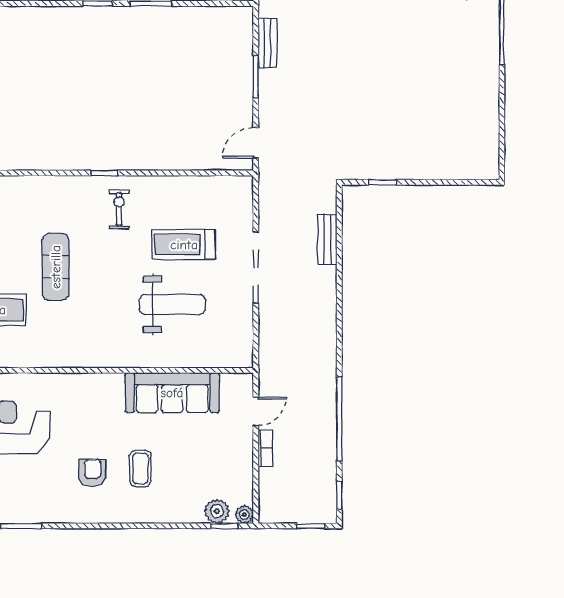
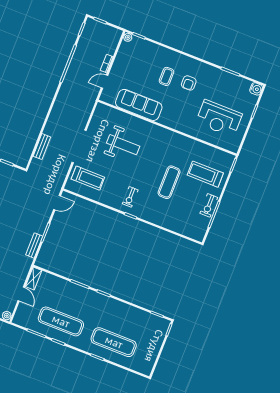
treadmill: (184, 245) -> (88, 178), moved
weight bench: (172, 304) -> (123, 145), turned 180
plant: (217, 511) -> (140, 44), removed

